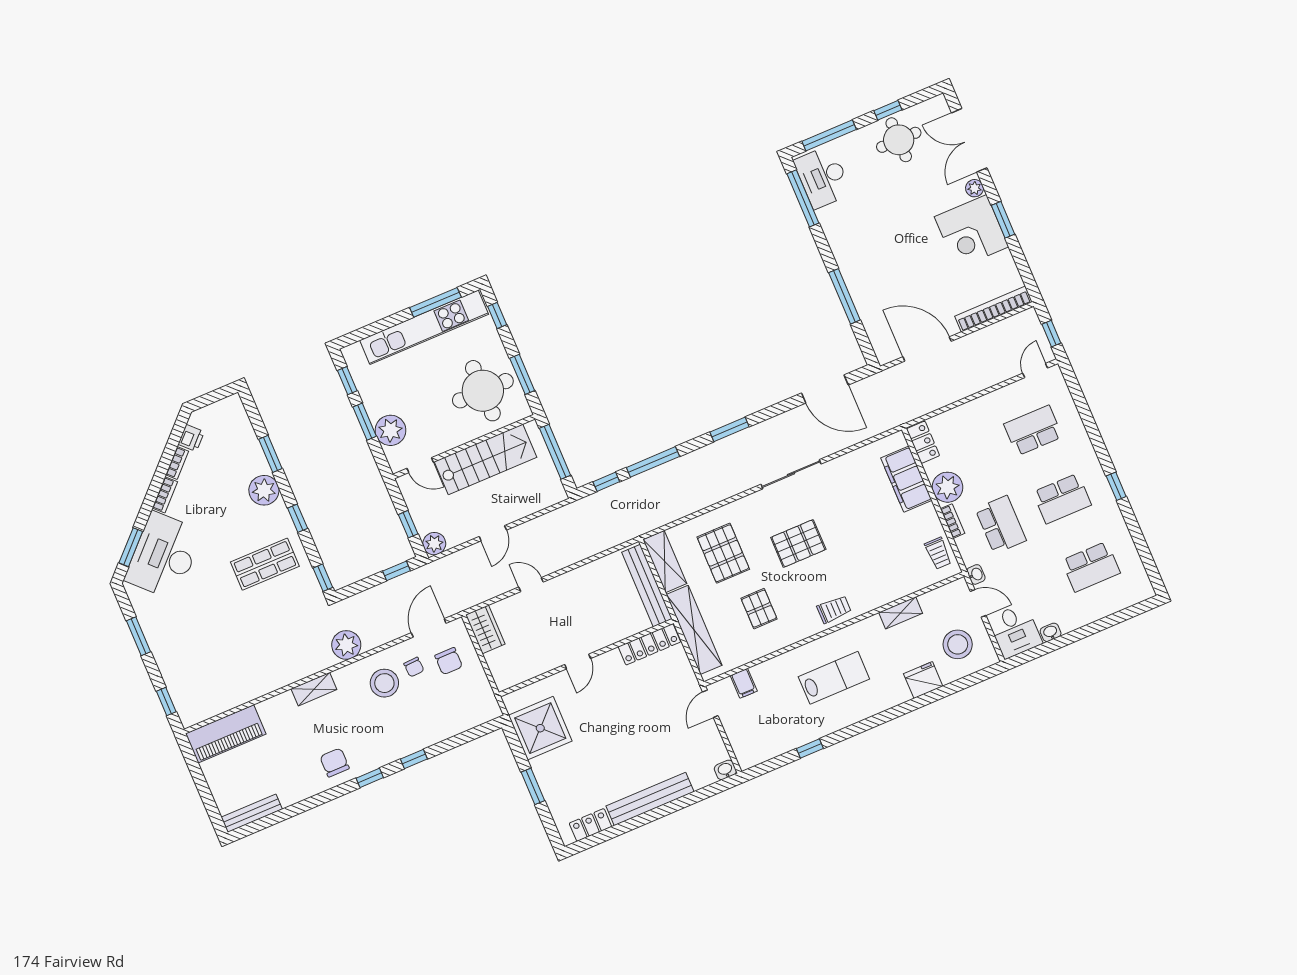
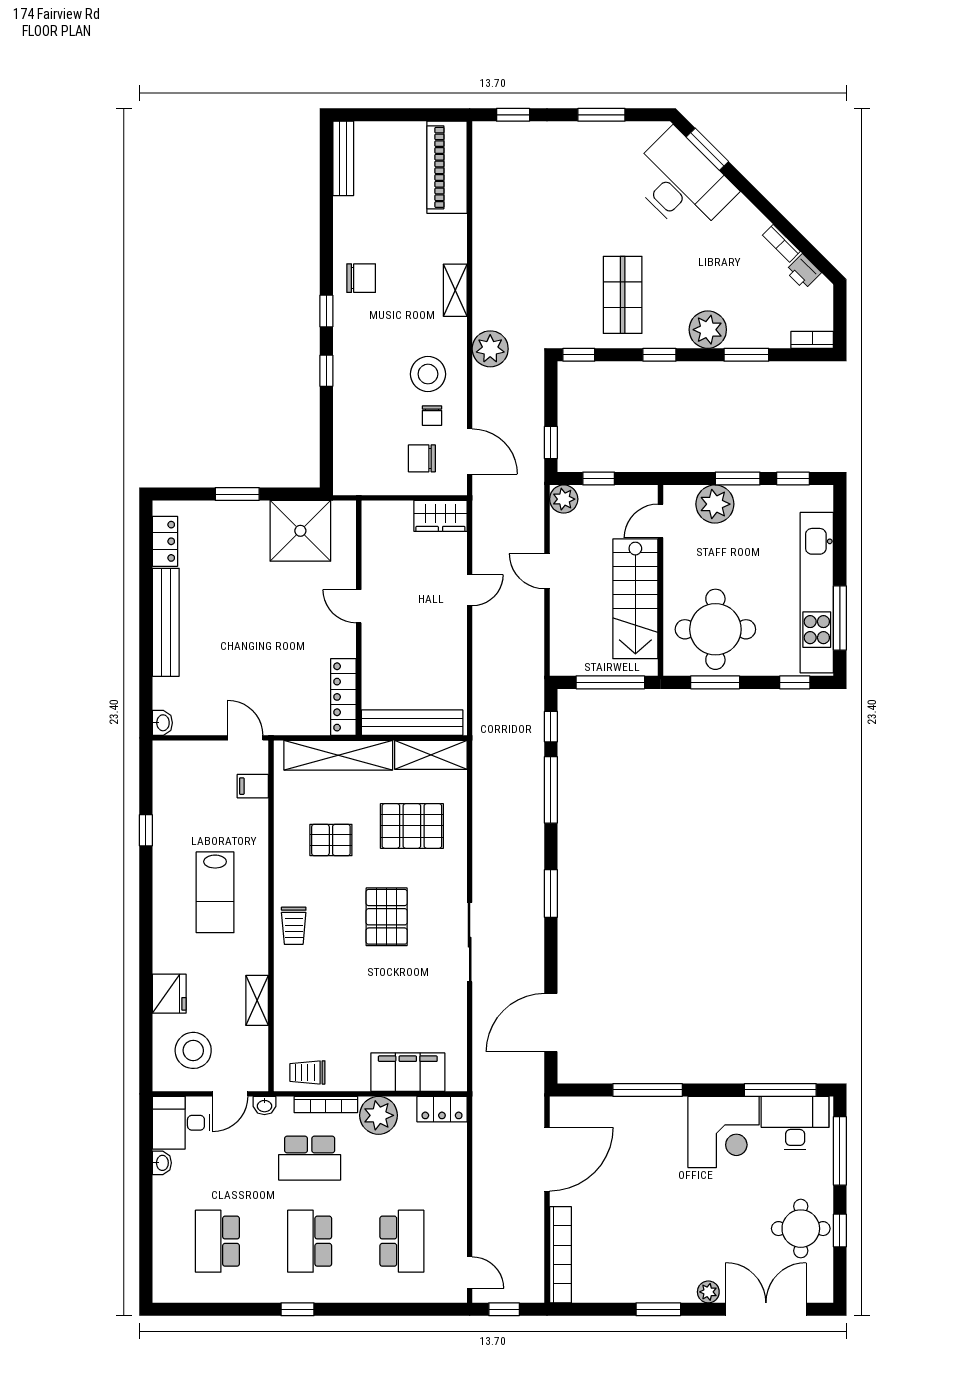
corner desk: (972, 232) -> (724, 1132), moved, turned 180
bookcase: (165, 495) -> (812, 340), moved, turned 135
bookcase: (952, 521) -> (326, 1105), width x1.56
chair: (414, 667) -> (432, 416), turned -87

